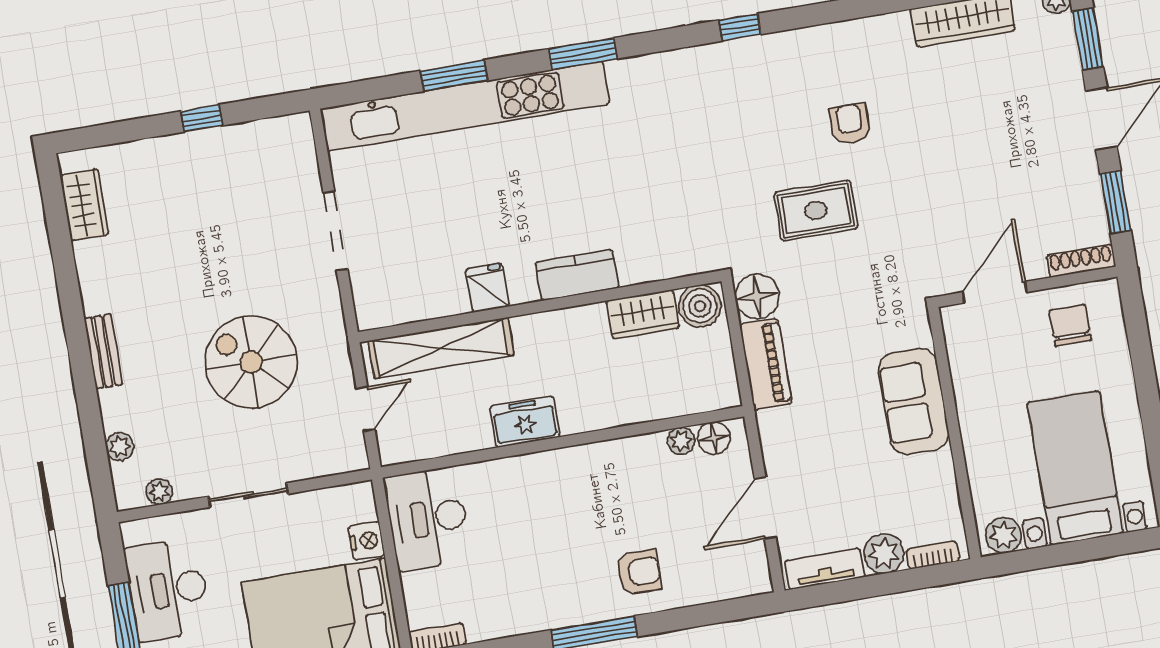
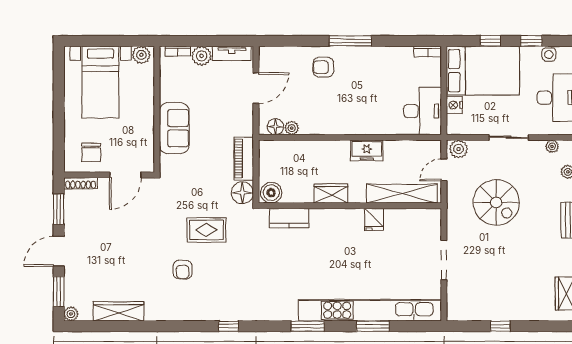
kitchen counter: (577, 275) -> (289, 218), moved
wardrobe: (643, 314) -> (331, 193), moved
plant: (344, 455) -> (459, 149), added

